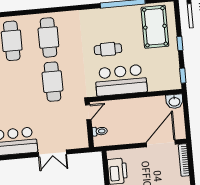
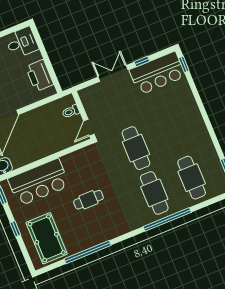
window: (44, 11) -> (167, 219), added
bar counter: (121, 80) -> (39, 182), moved
window: (24, 156) -> (142, 61), added

